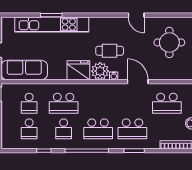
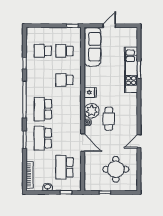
kitchen unit: (52, 24) -> (131, 70), width x0.73
fridge: (78, 70) -> (90, 92), width x0.53, depth x0.75
door: (138, 82) -> (83, 143), hinge flipped
school desk: (64, 103) -> (64, 80), width x0.54
school desk: (64, 129) -> (43, 80), removed

